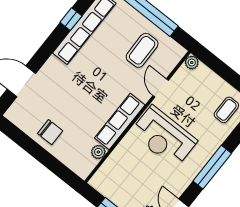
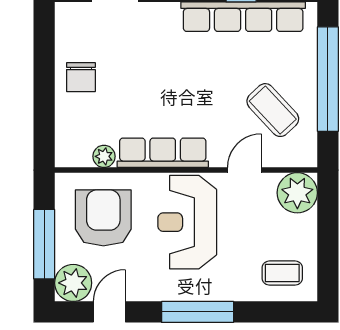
coffee table: (142, 50) -> (273, 110), turned 48
plant: (192, 62) -> (297, 193), width x1.88, depth x1.88
armchair: (128, 177) -> (103, 218), added

